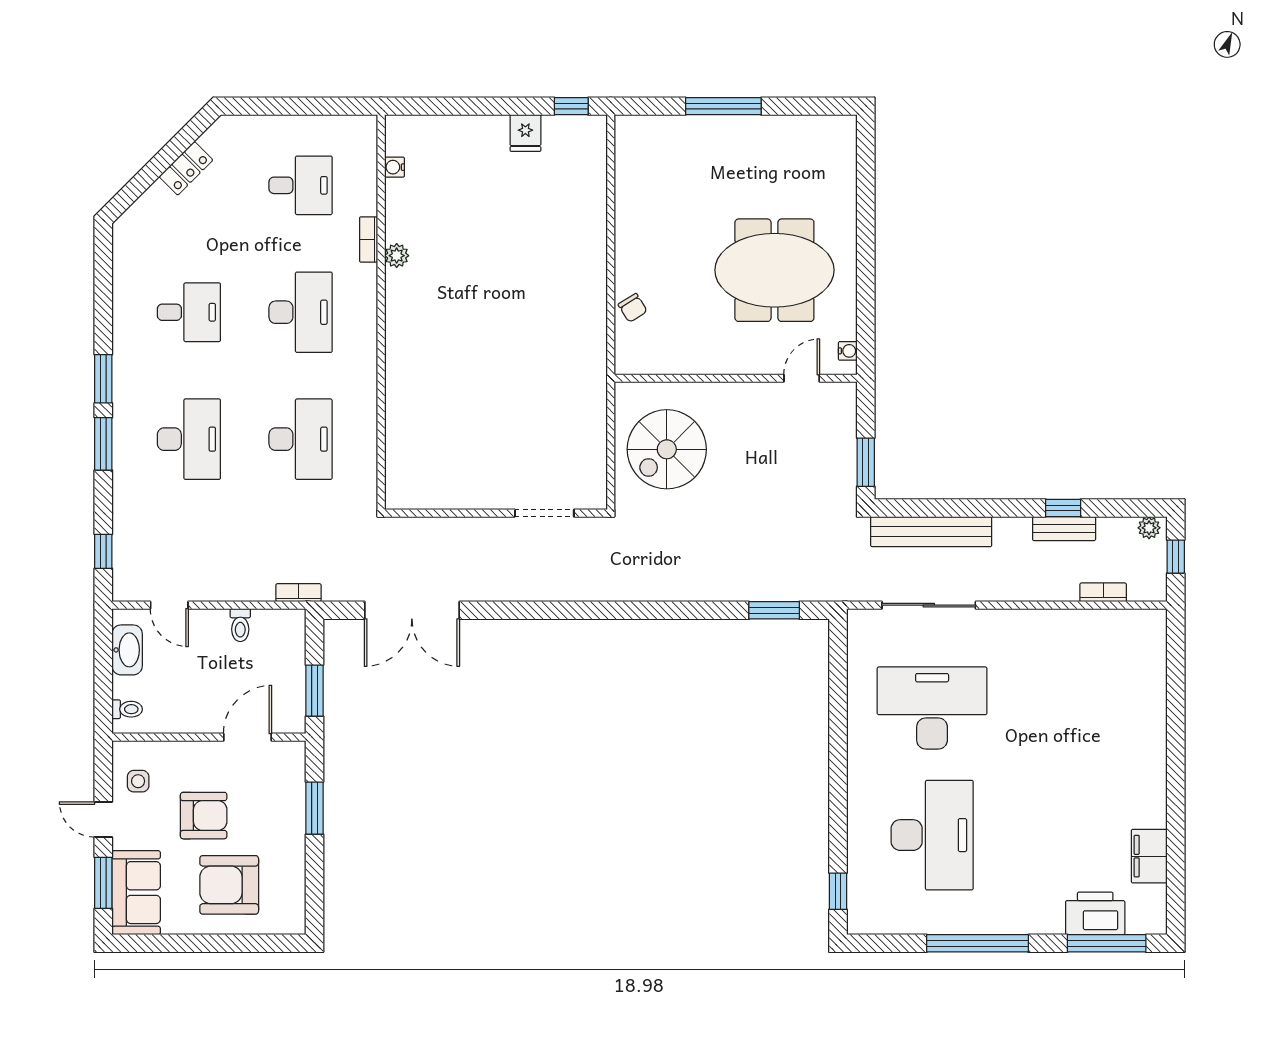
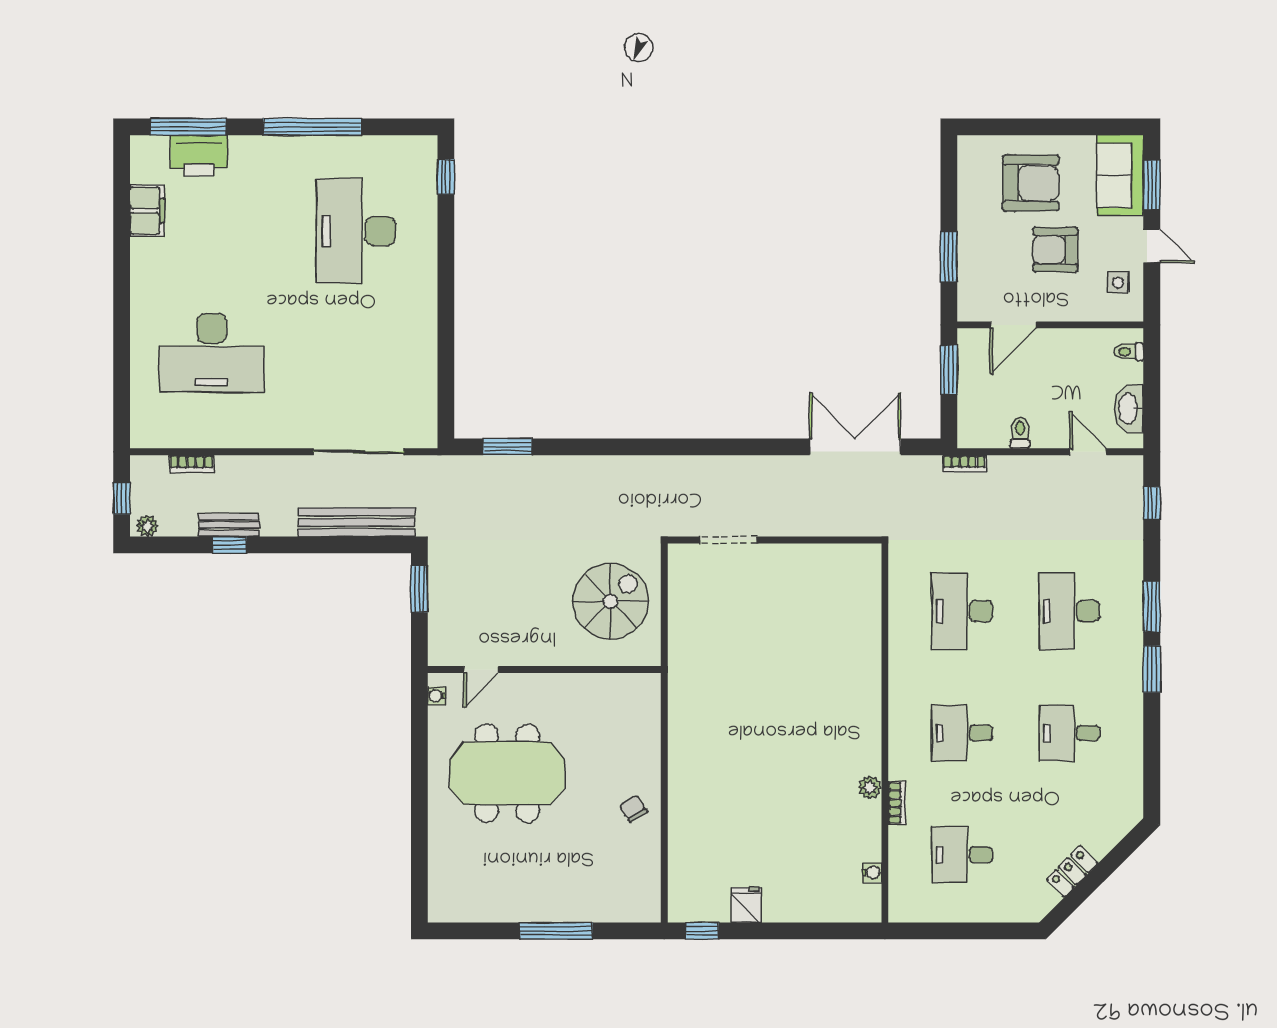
chair: (633, 308) -> (633, 809), moved
desk: (301, 312) -> (962, 733), width x0.73
desk: (932, 708) -> (212, 353), moved

